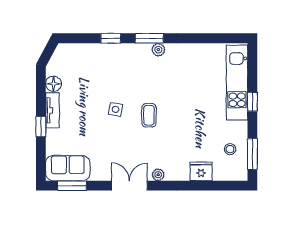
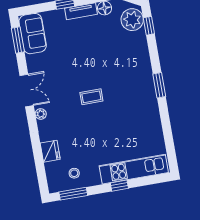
window: (111, 38) -> (149, 26), moved
plant: (158, 50) -> (132, 20), moved, width x1.87, depth x1.87
side table: (116, 109) -> (92, 67), removed

